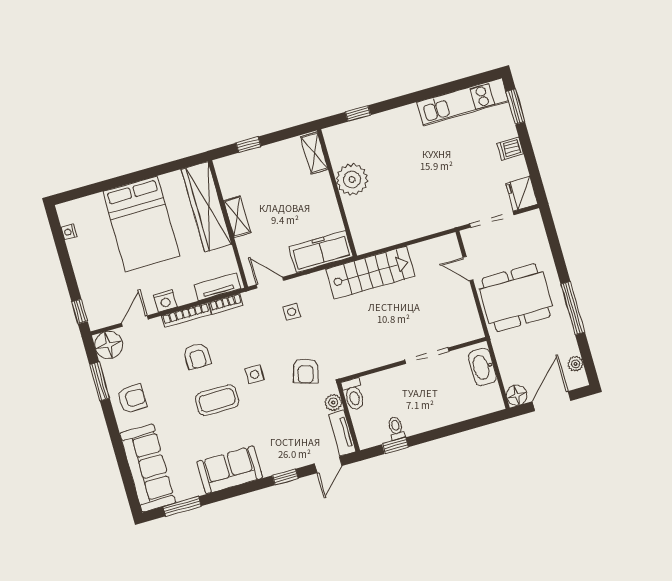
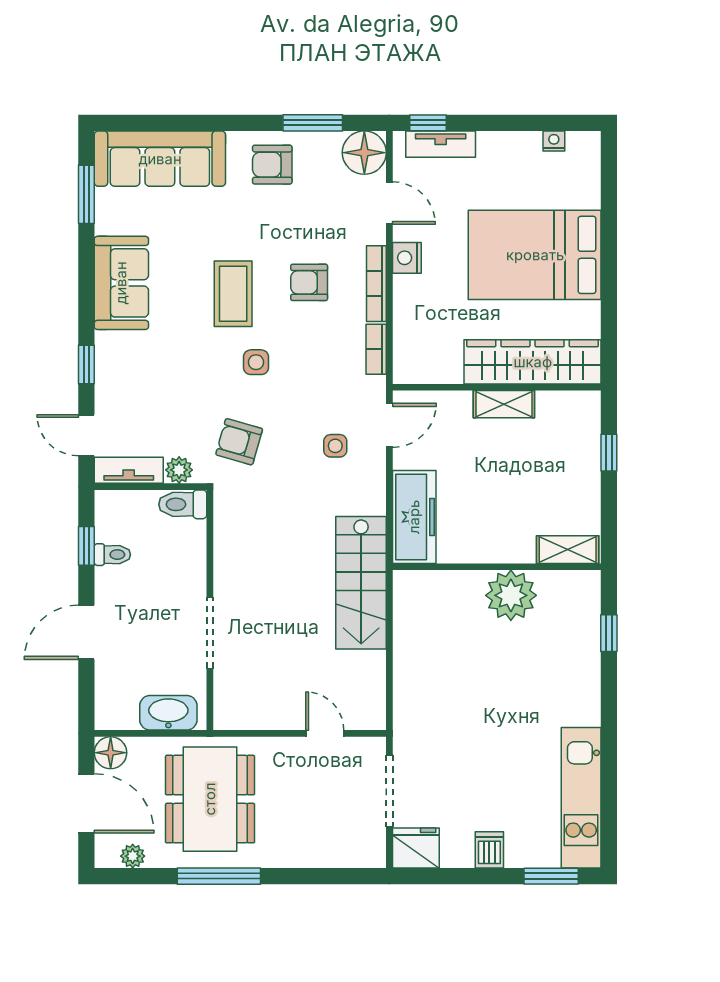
door: (468, 269) -> (325, 733), hinge flipped
tv unit: (217, 287) -> (441, 144), moved, turned 90
dining table: (516, 298) -> (210, 799), moved
armchair: (132, 399) -> (272, 165), turned 90
door: (448, 431) -> (86, 632), added

